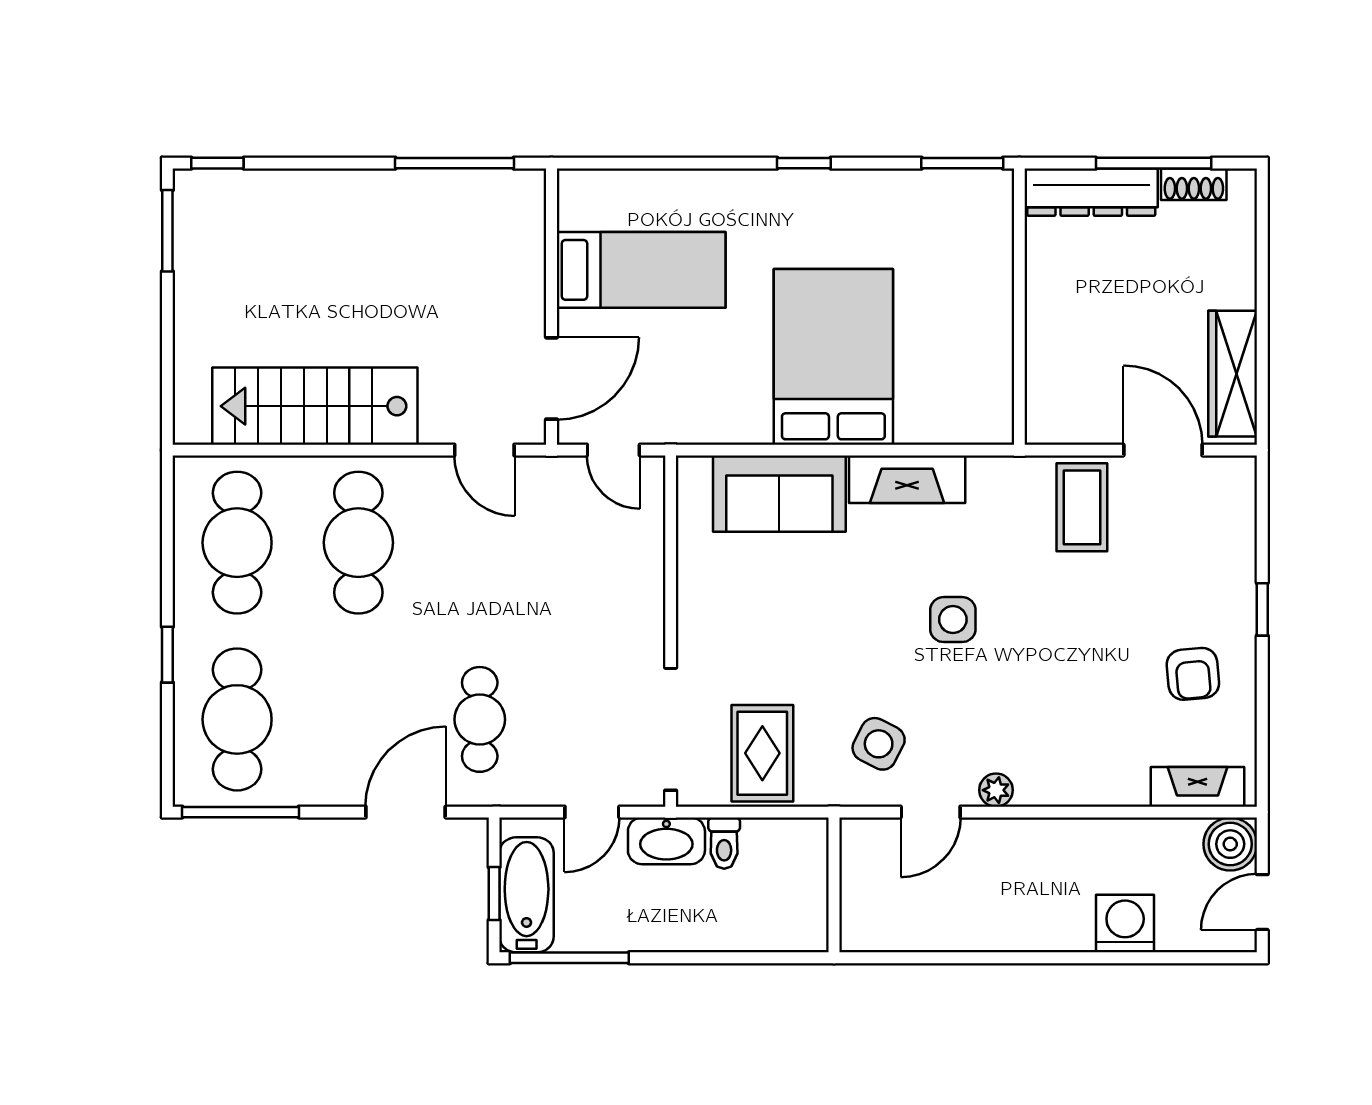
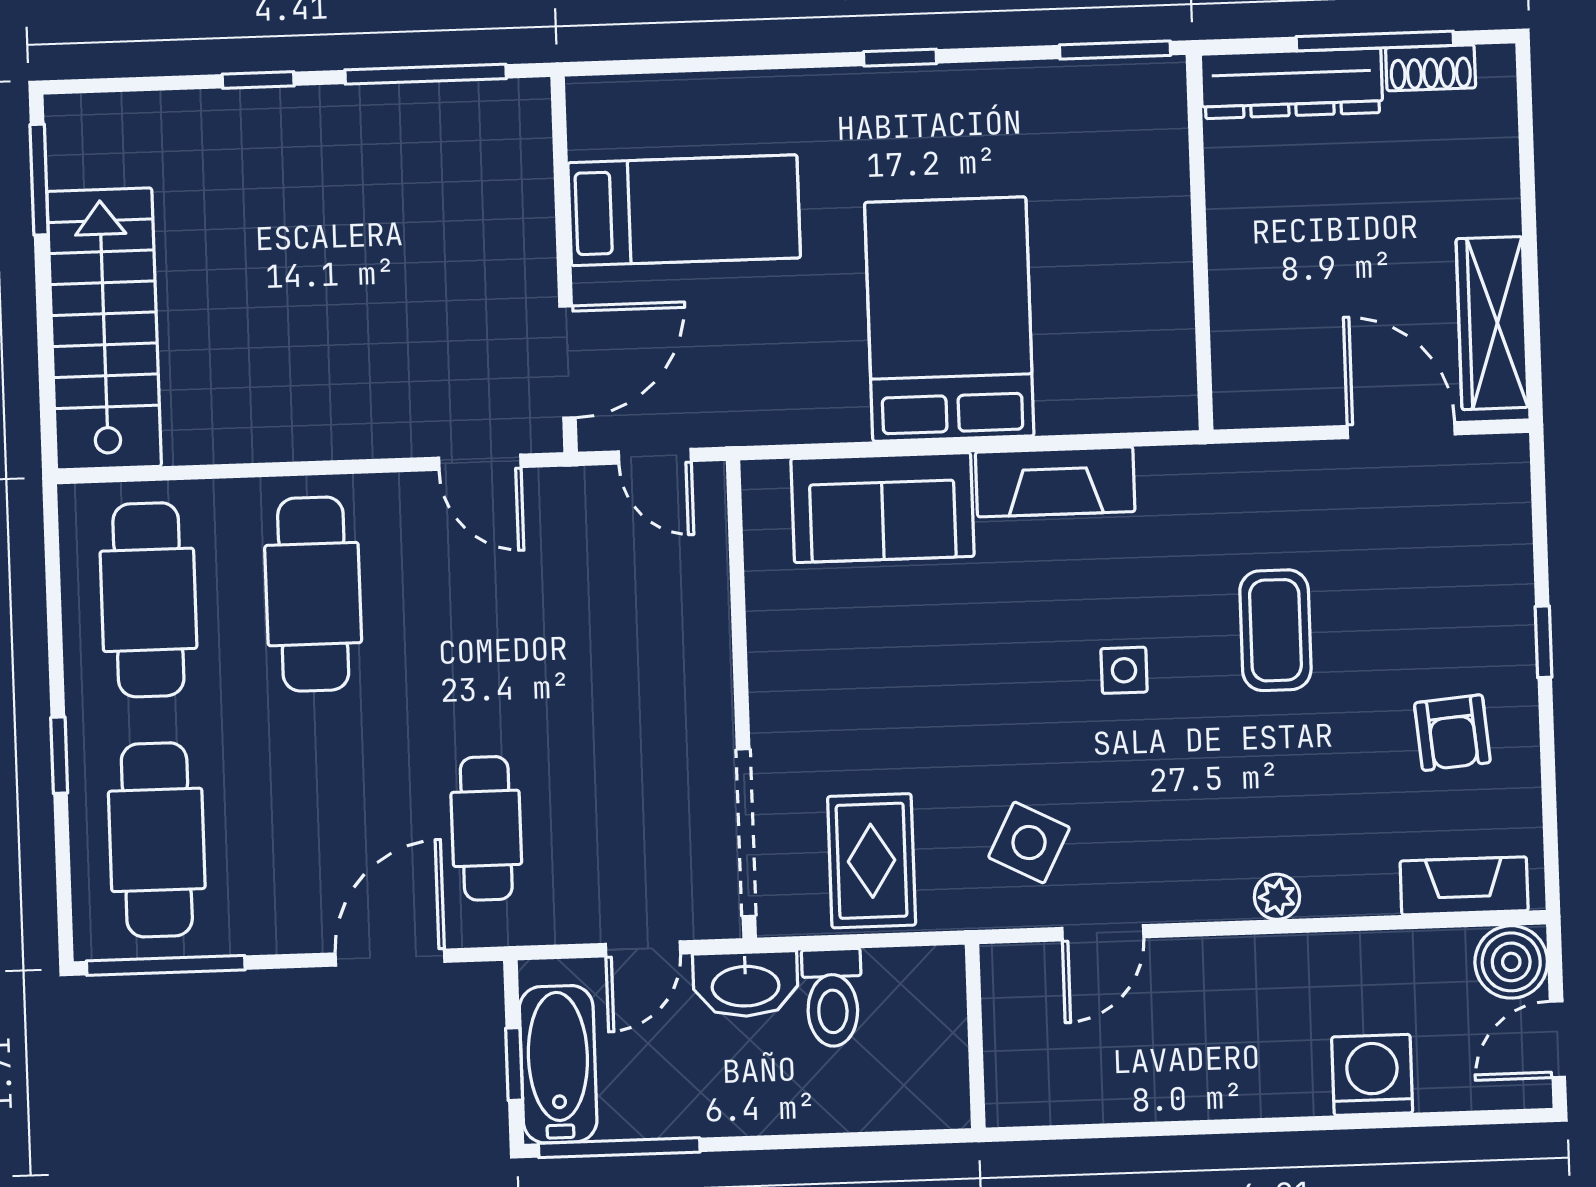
window: (217, 163) -> (258, 80), moved
stairs: (315, 406) -> (104, 329), moved, turned 90
coffee table: (1082, 507) -> (1275, 630), moved
side table: (953, 620) -> (1124, 670), width x0.73, depth x0.73
plant: (996, 790) -> (1277, 897), moved
toilet: (724, 843) -> (832, 998), width x1.37, depth x1.39

